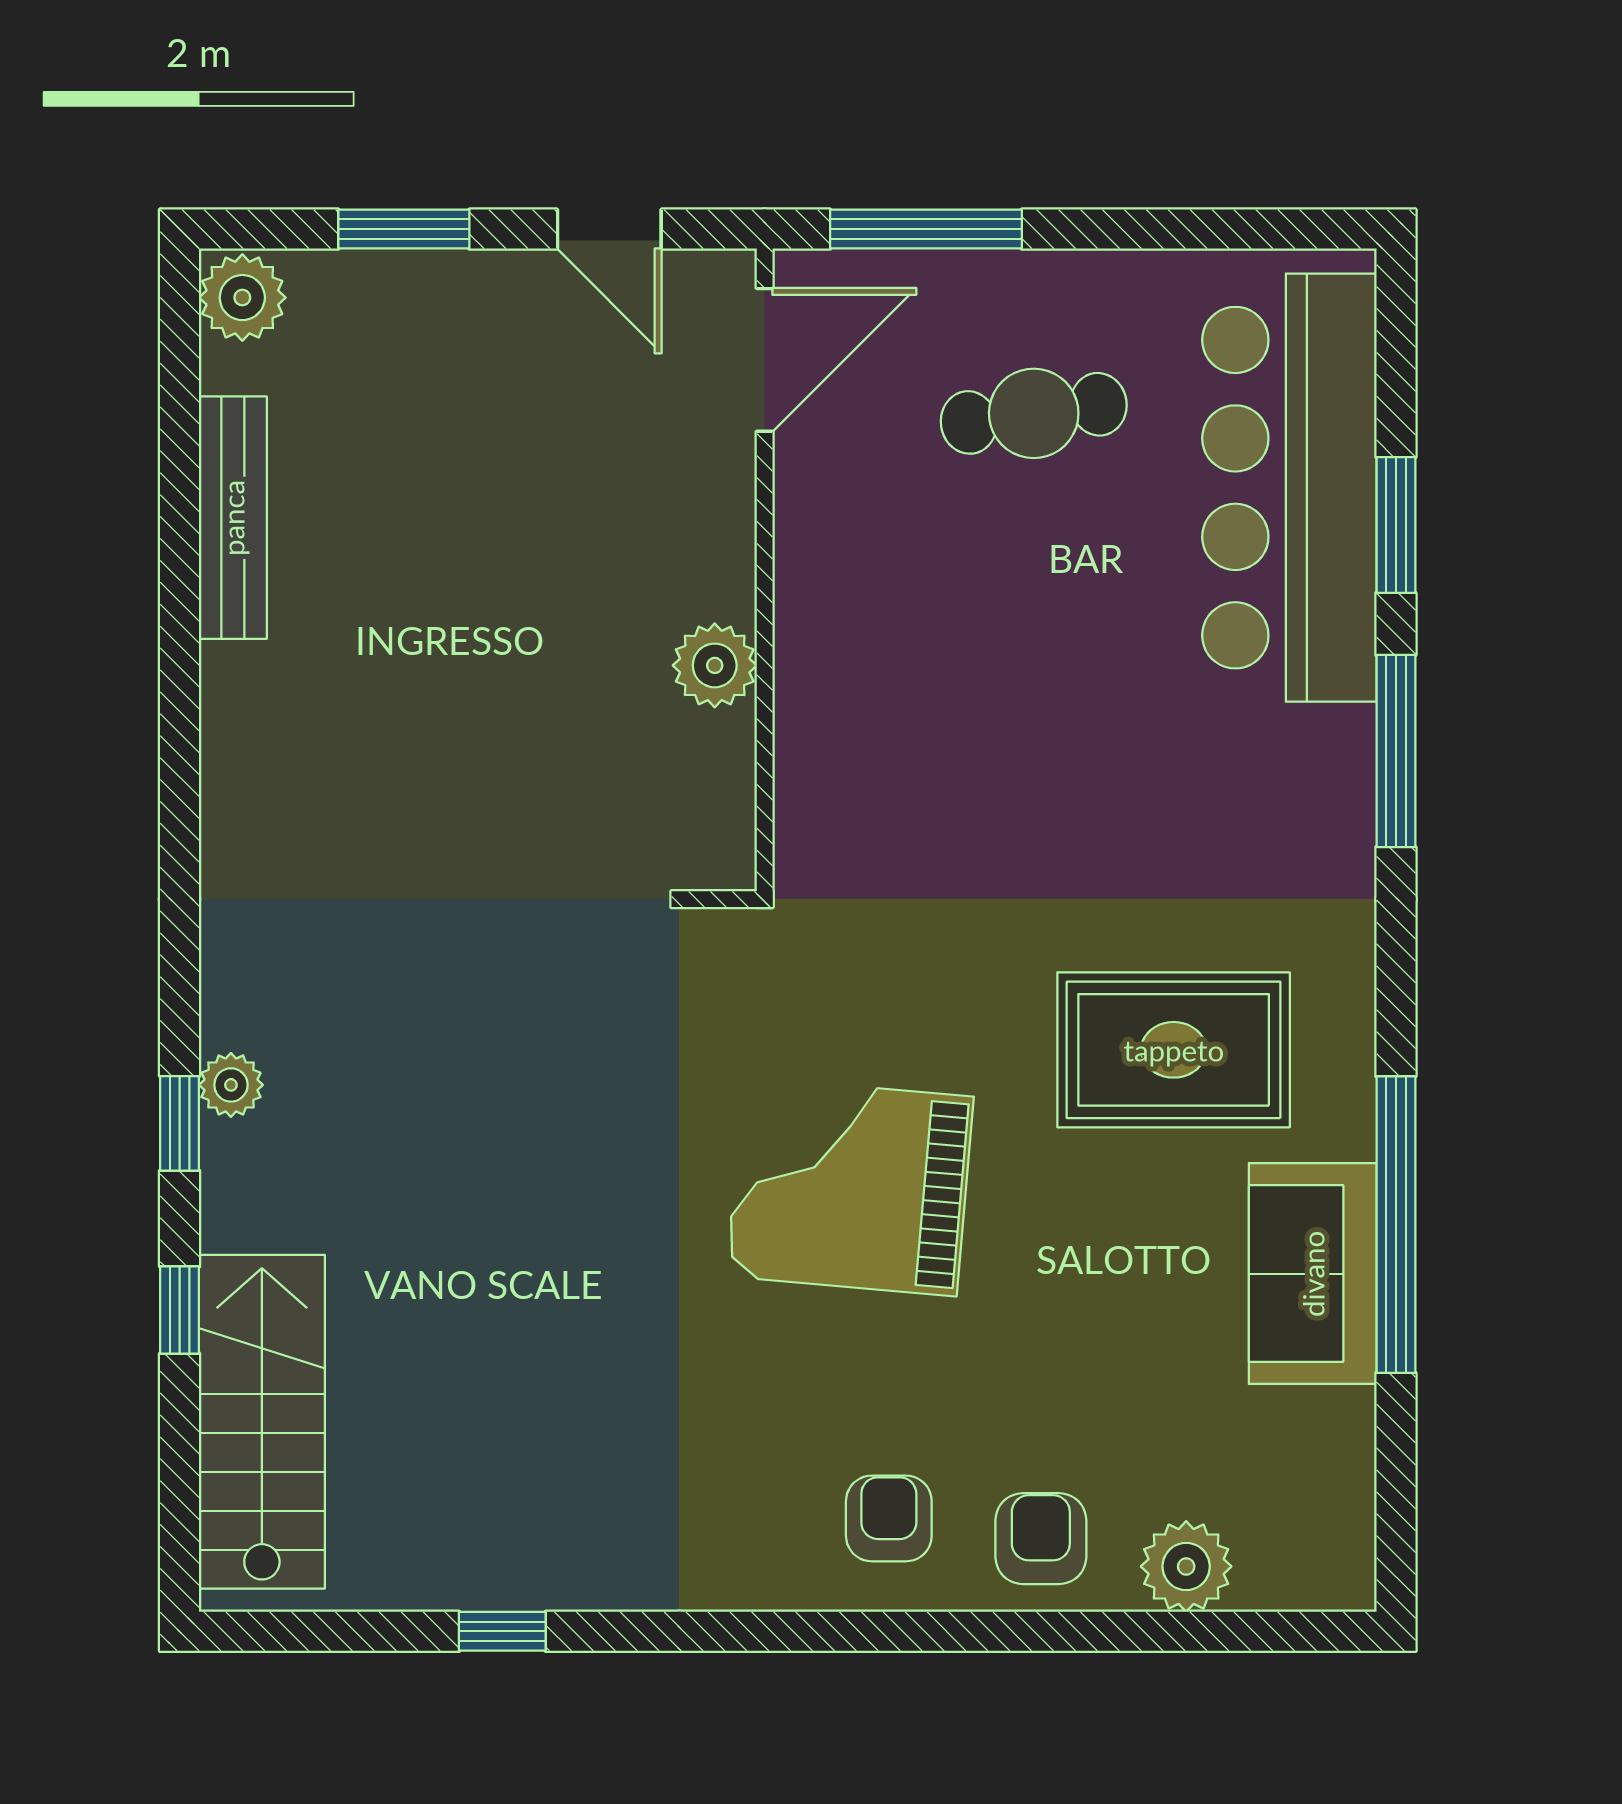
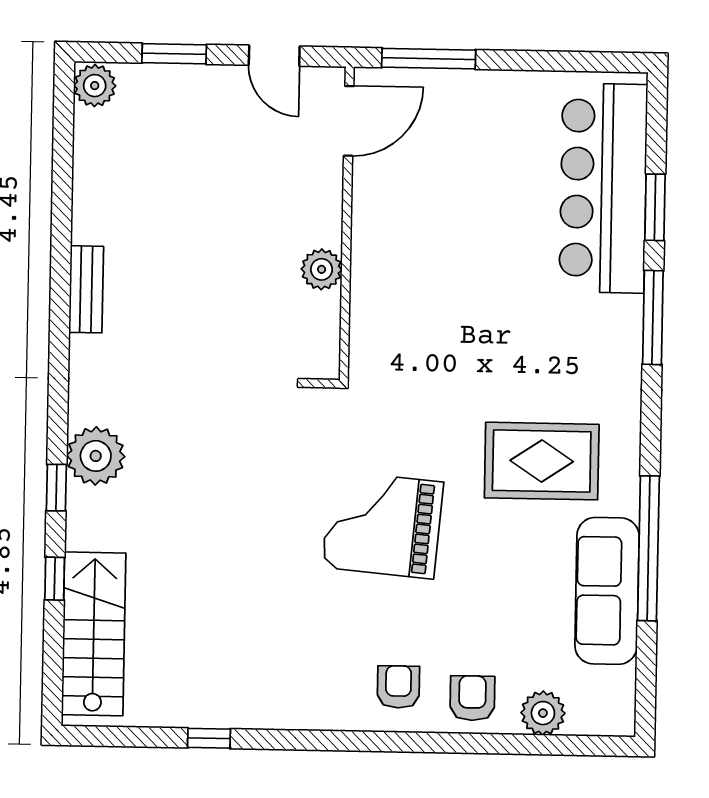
cafe table: (1034, 413) -> (479, 149), removed
bench: (233, 518) -> (86, 289), moved, width x0.73
plant: (231, 1085) -> (96, 456), width x1.88, depth x1.88
sofa: (1313, 1274) -> (607, 591), width x1.36

